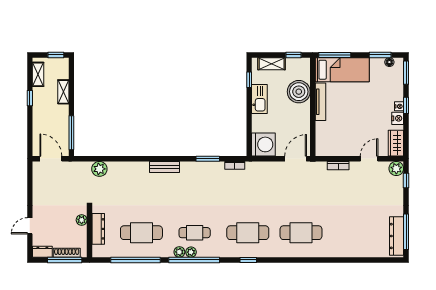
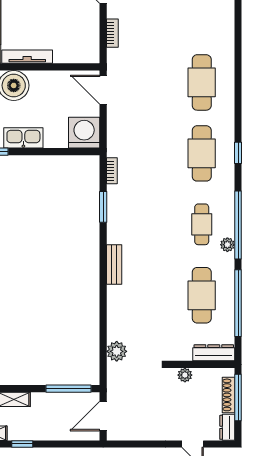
dresser: (98, 229) -> (214, 353), moved
plant: (191, 252) -> (228, 229), removed

